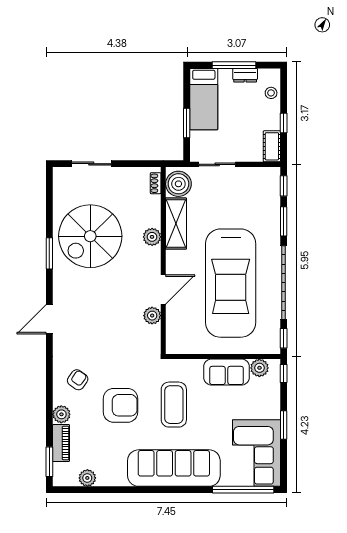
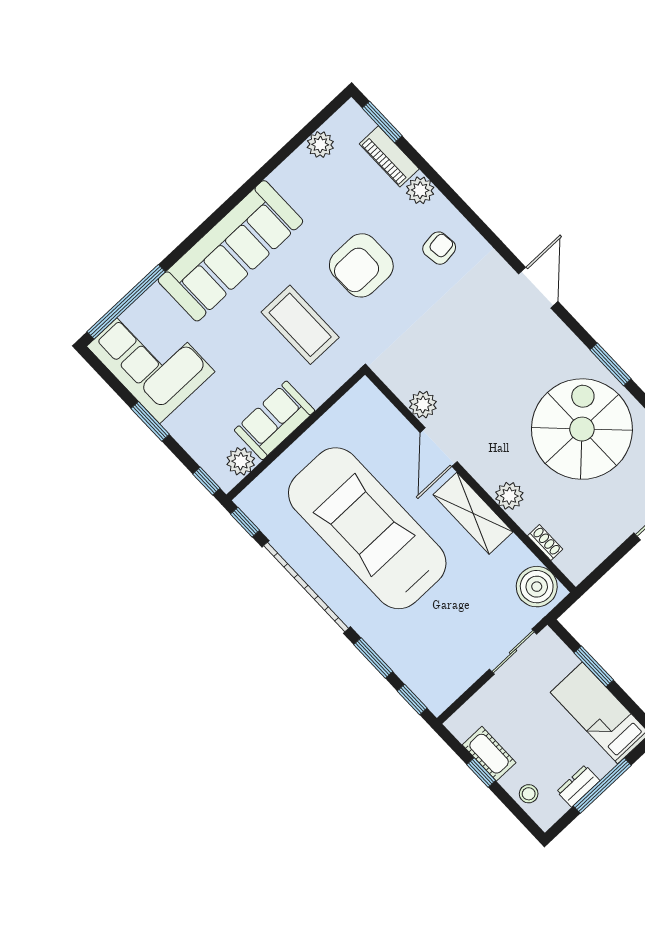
cot: (272, 146) -> (489, 754), moved
shoe rack: (156, 183) -> (545, 543), moved
shelving: (176, 224) -> (473, 513), moved
armchair: (78, 380) -> (439, 248), turned -132

